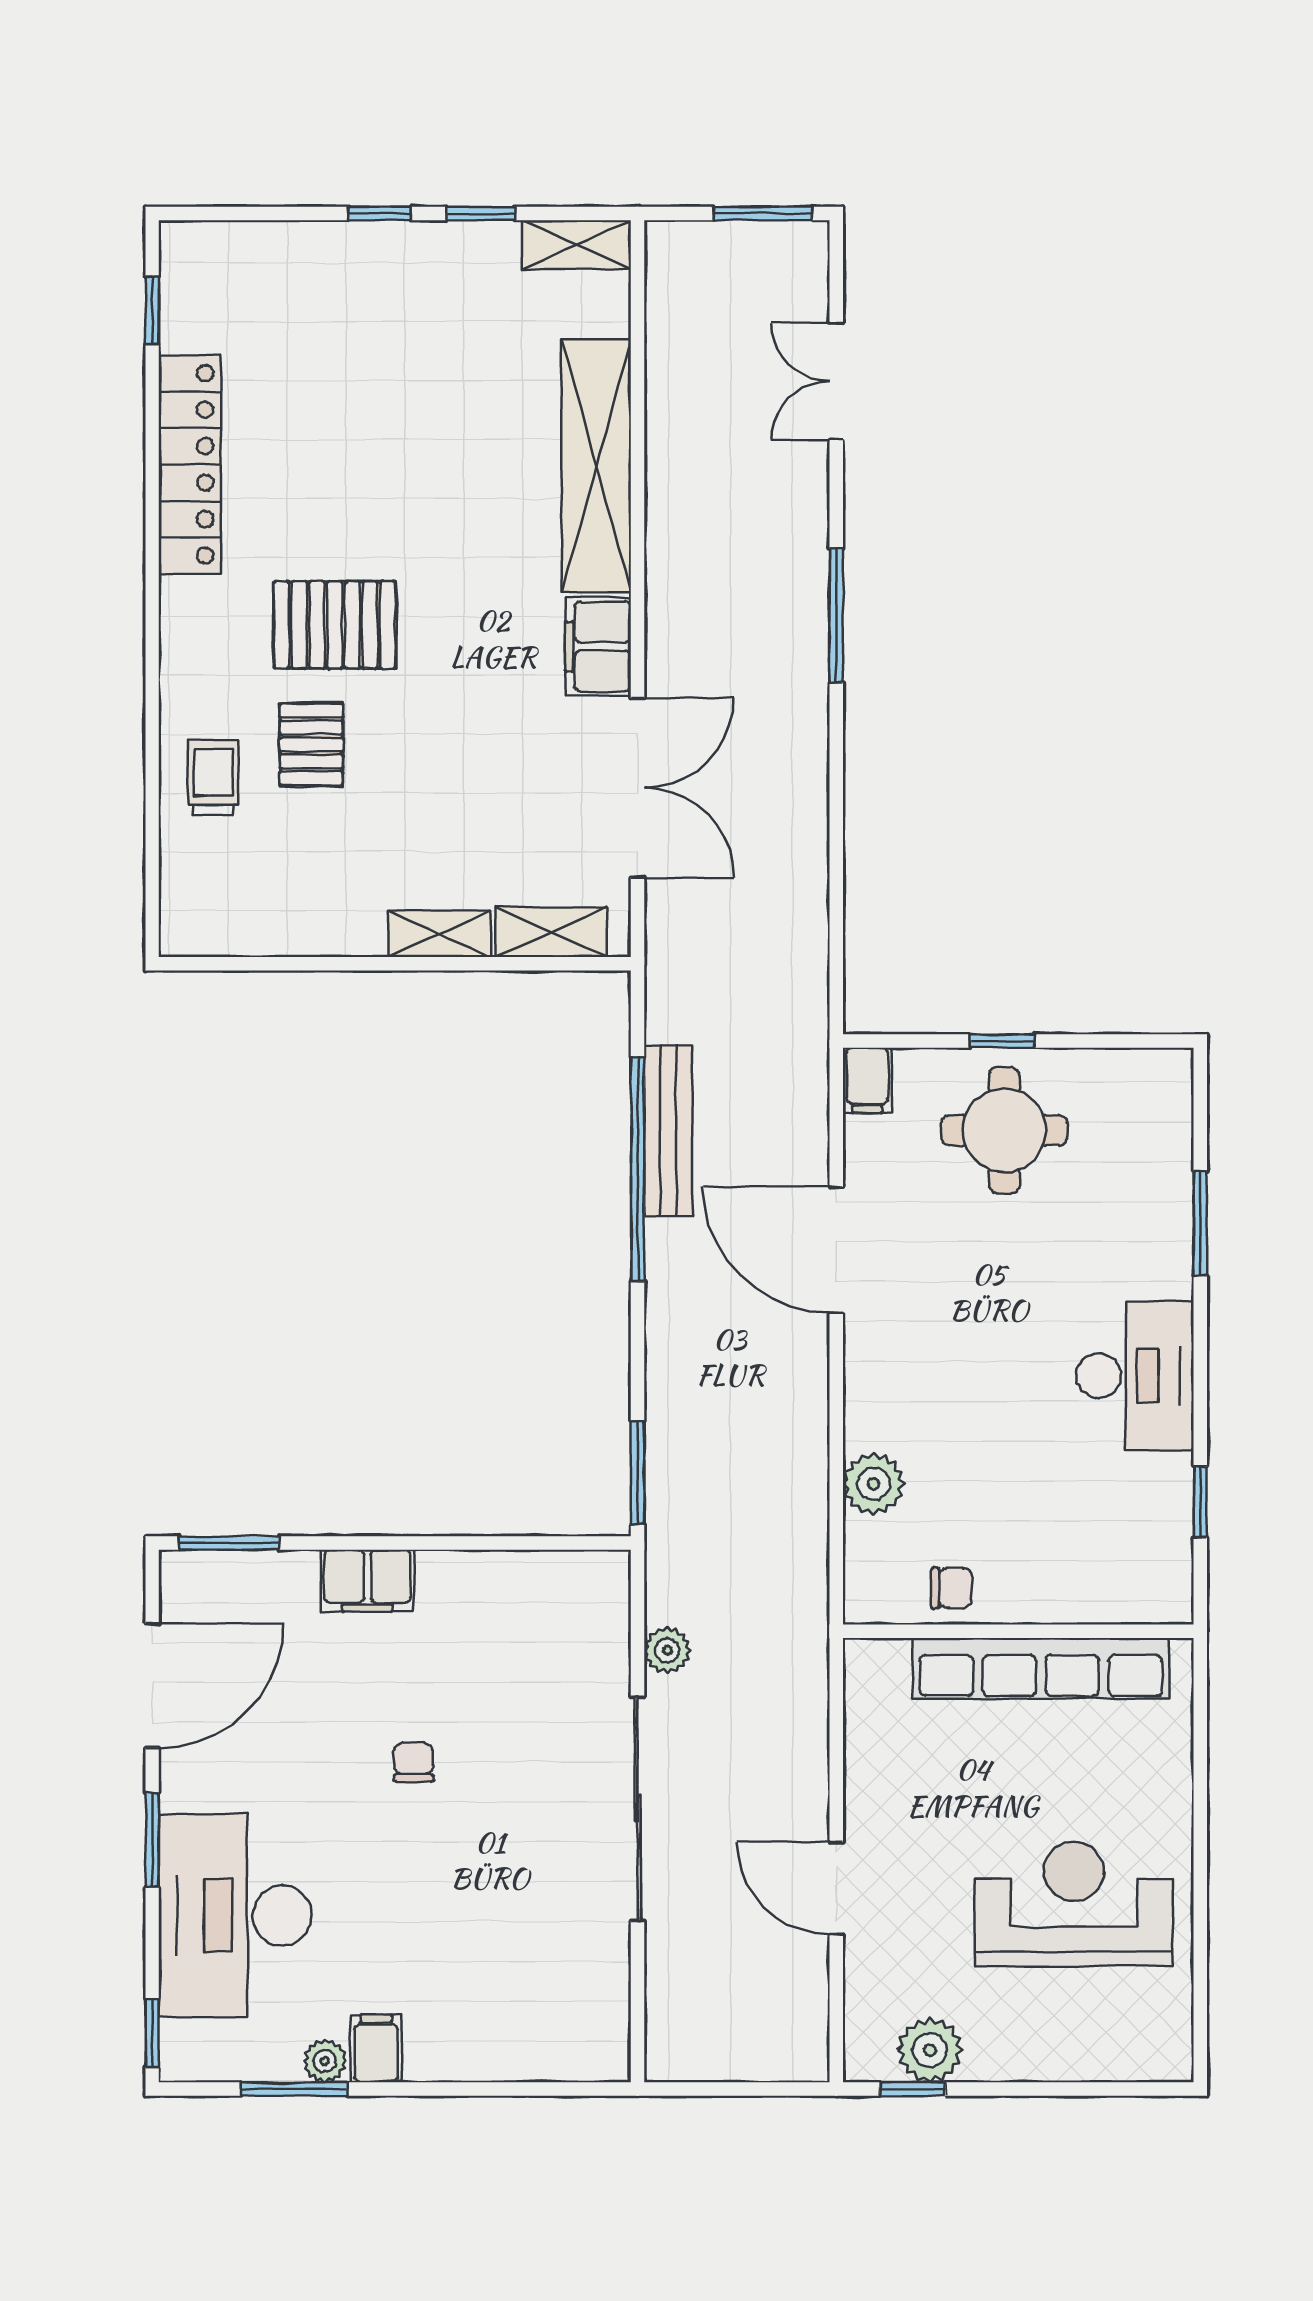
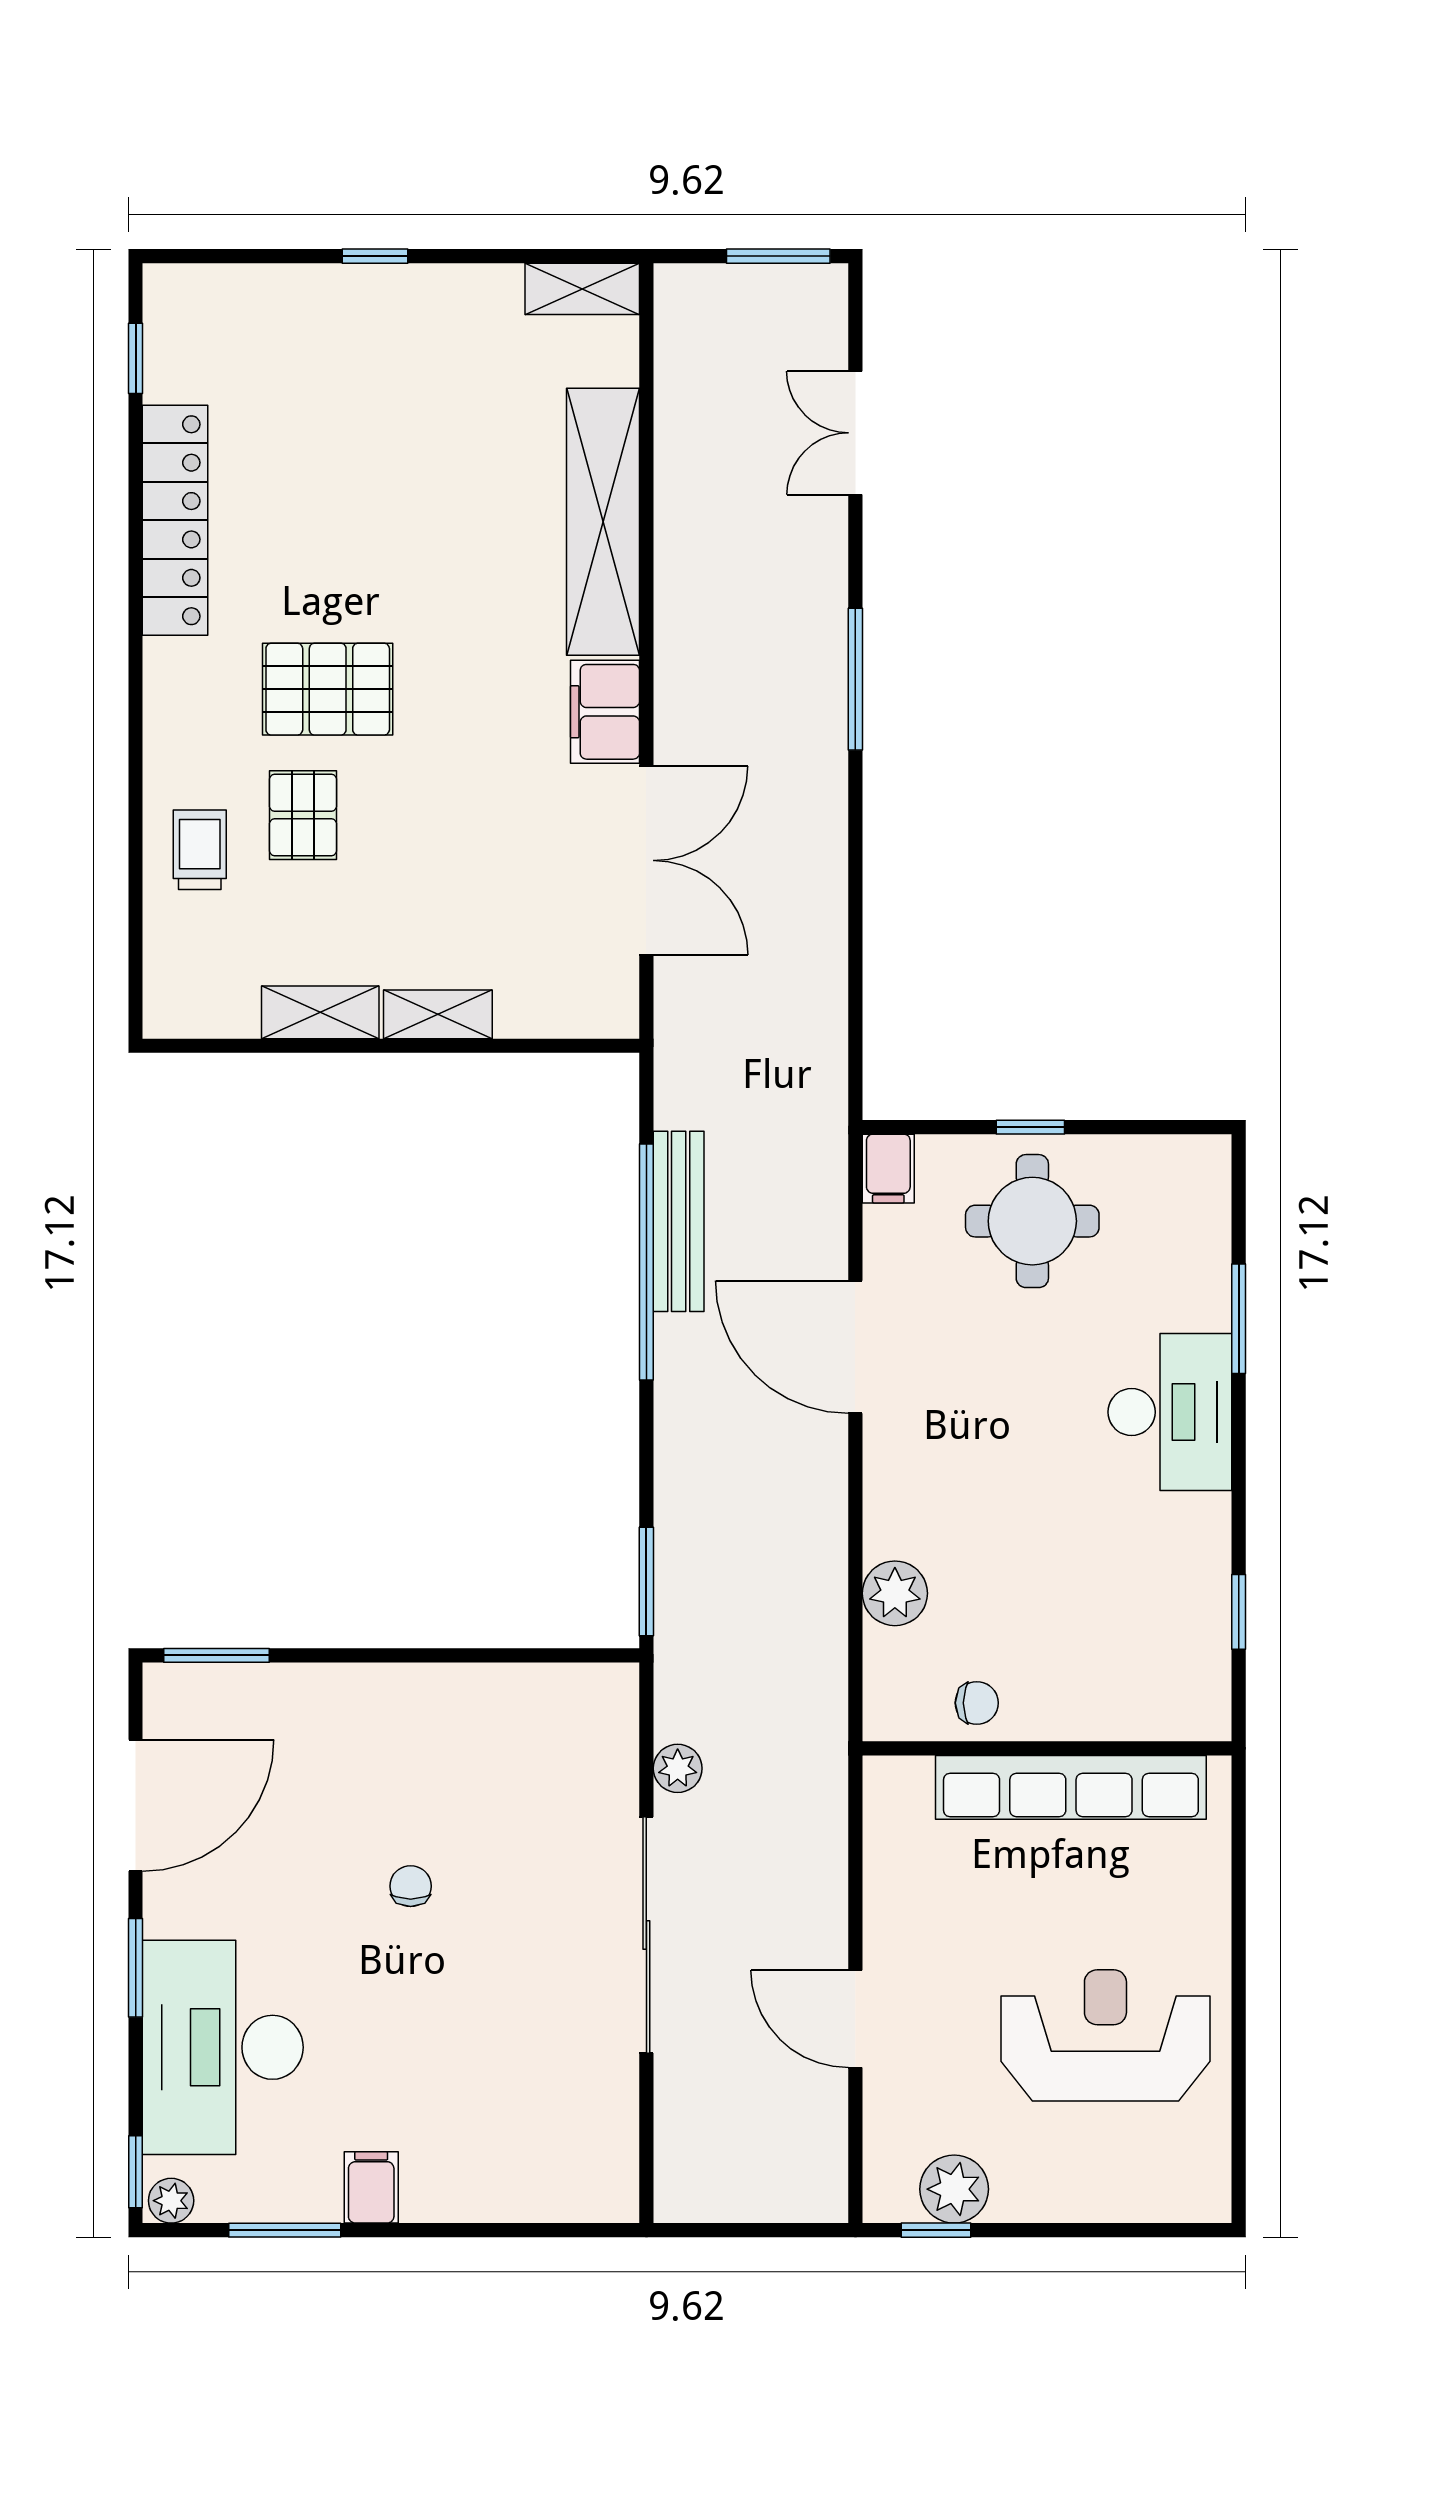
window: (481, 213) -> (481, 256), removed
shelving: (551, 932) -> (320, 1012), moved
desk: (1135, 1376) -> (1170, 1412), moved
filing cabinet: (367, 1581) -> (362, 1695), removed
plant: (325, 2061) -> (171, 2201), moved

